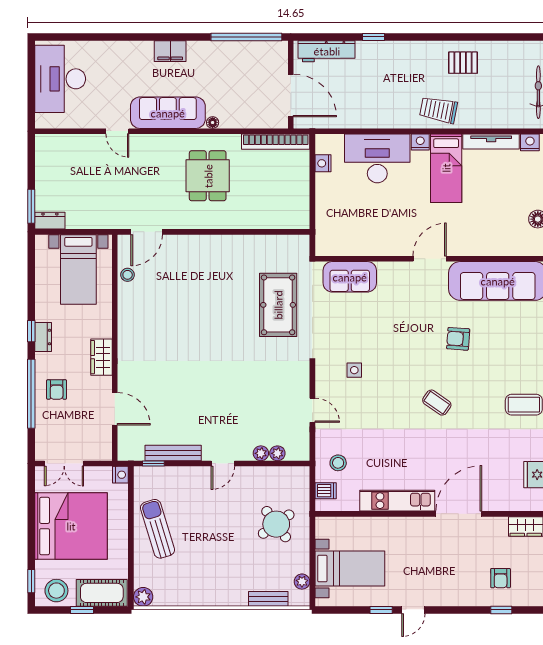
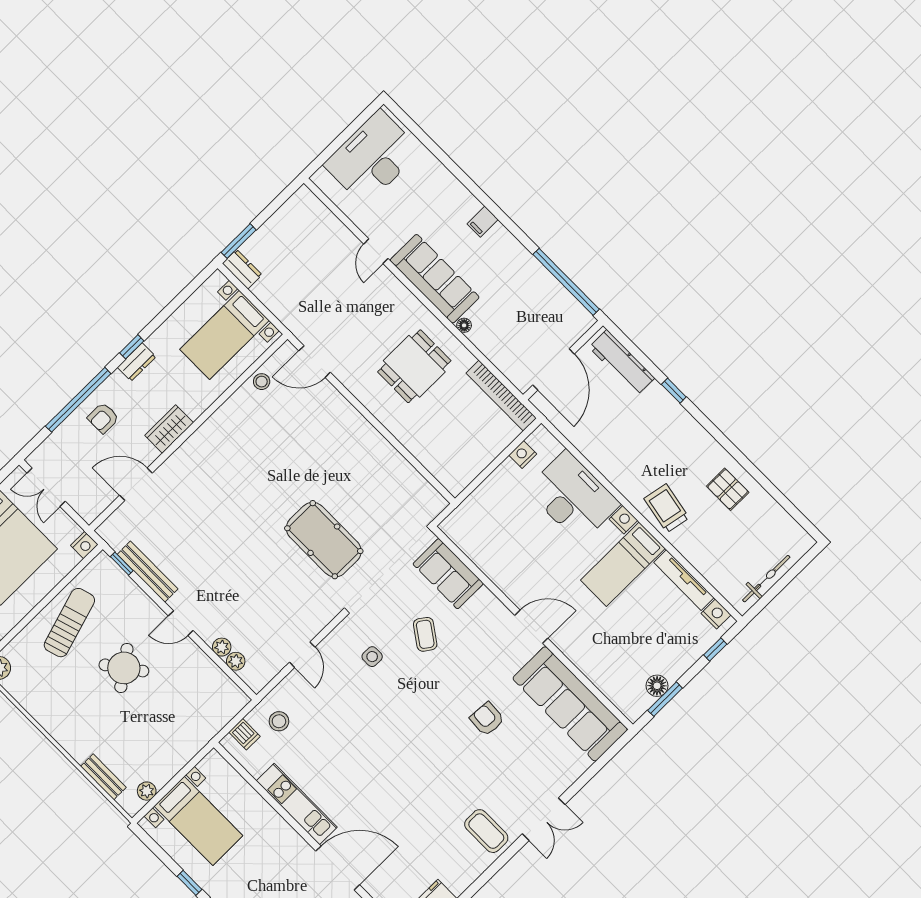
filing cabinet: (170, 51) -> (483, 222), width x0.50
pool table: (278, 305) -> (324, 540), moved, turned 90
coffee table: (437, 403) -> (425, 634), moved
door: (115, 409) -> (136, 484), swing flipped
round table: (276, 524) -> (124, 668), moved

